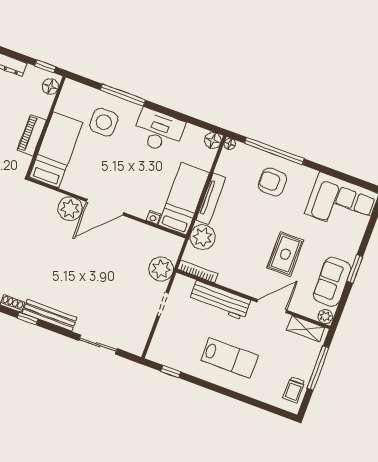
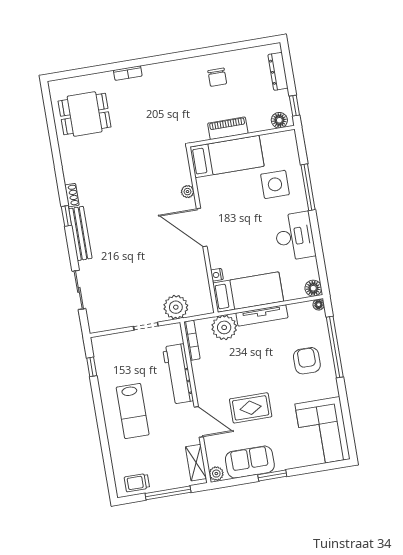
plant: (70, 209) -> (188, 192), width x0.53, depth x0.53

